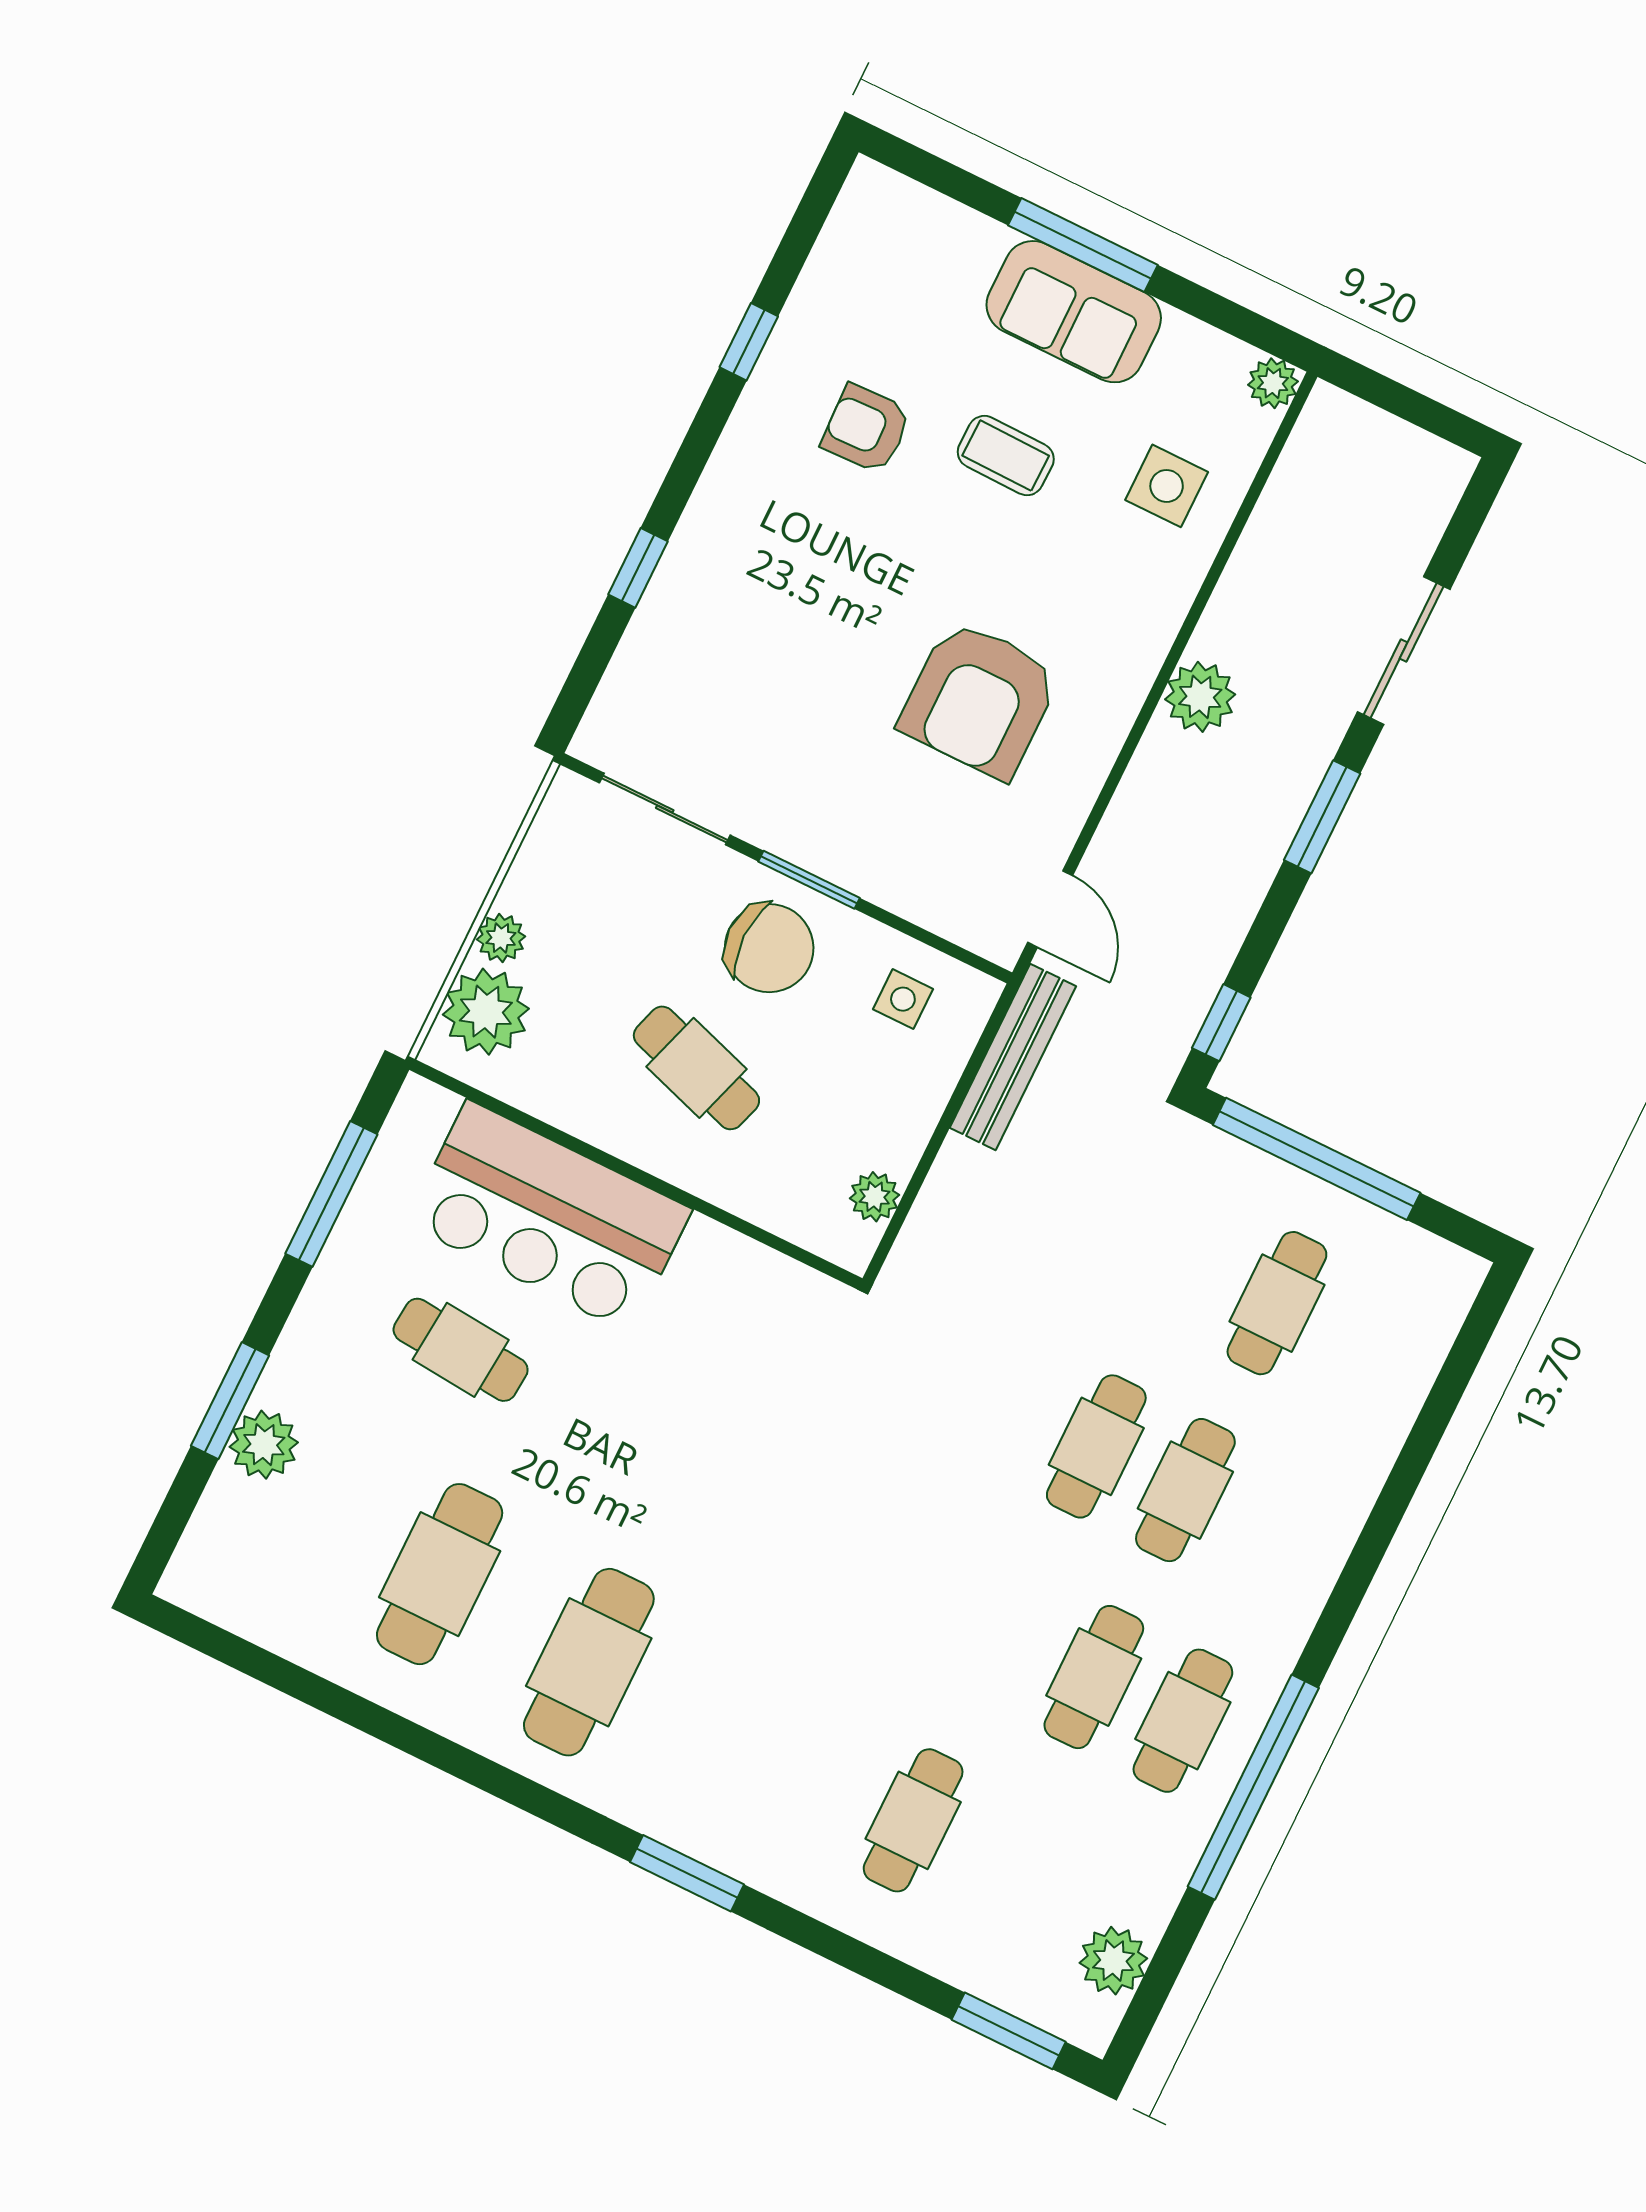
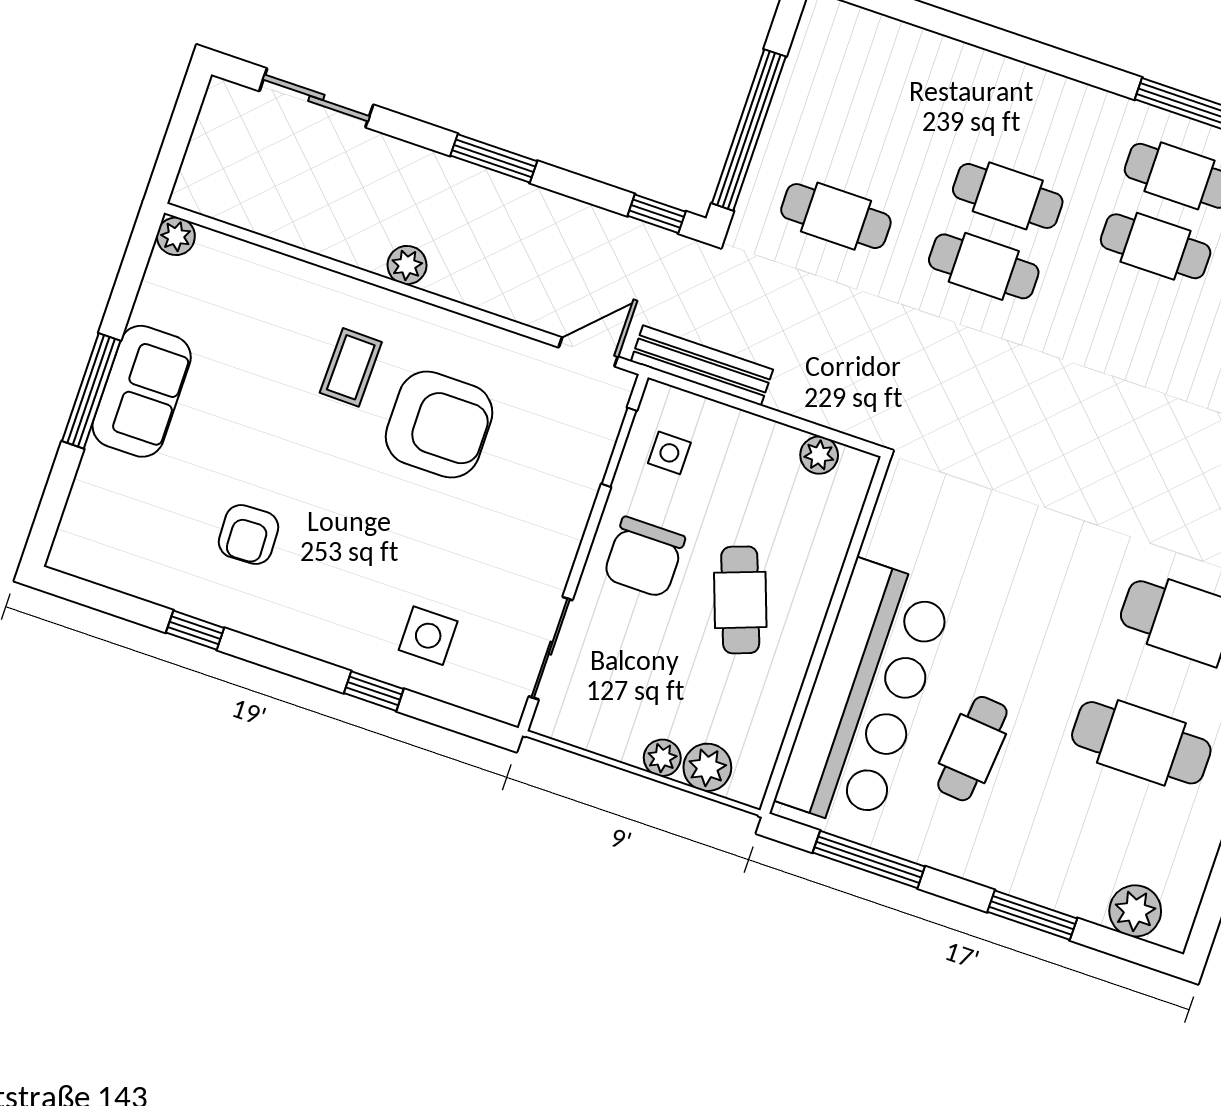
coffee table: (1006, 456) -> (351, 367), moved
side table: (1167, 486) -> (428, 636), moved
sliding door: (1404, 651) -> (316, 98), moved
plant: (1200, 697) -> (407, 265), width x0.73, depth x0.73
window: (809, 880) -> (619, 447), moved
chair: (769, 948) -> (644, 557), turned 180
plant: (486, 1012) -> (707, 767), width x0.73, depth x0.73
cafe table: (696, 1068) -> (740, 600), turned -38
bar counter: (549, 1217) -> (865, 695), width x1.36
cafe table: (1277, 1303) -> (836, 216), moved
plant: (264, 1445) -> (1135, 911), moved

